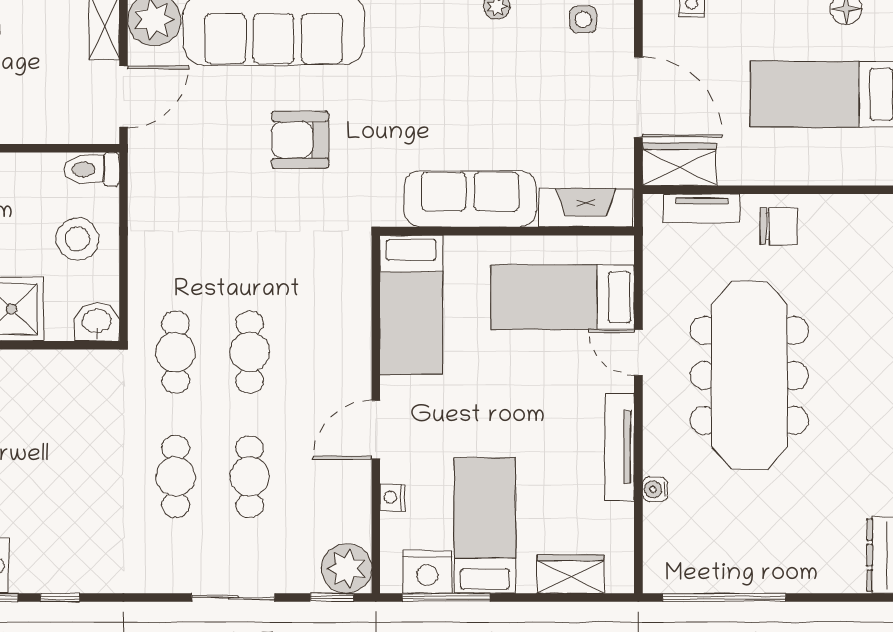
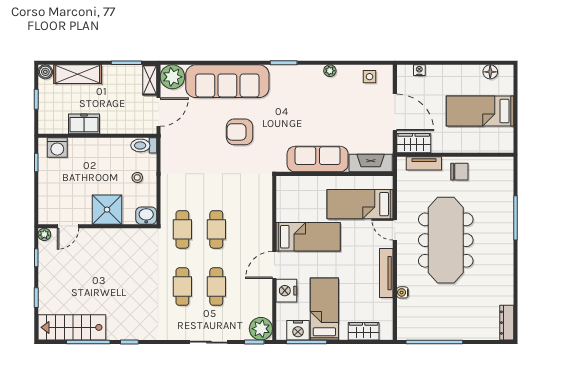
stool: (77, 239) -> (137, 177), width x0.53, depth x0.53
bed: (411, 305) -> (308, 237), moved, turned -90
nightstand: (392, 497) -> (286, 291), width x1.89, depth x1.79

